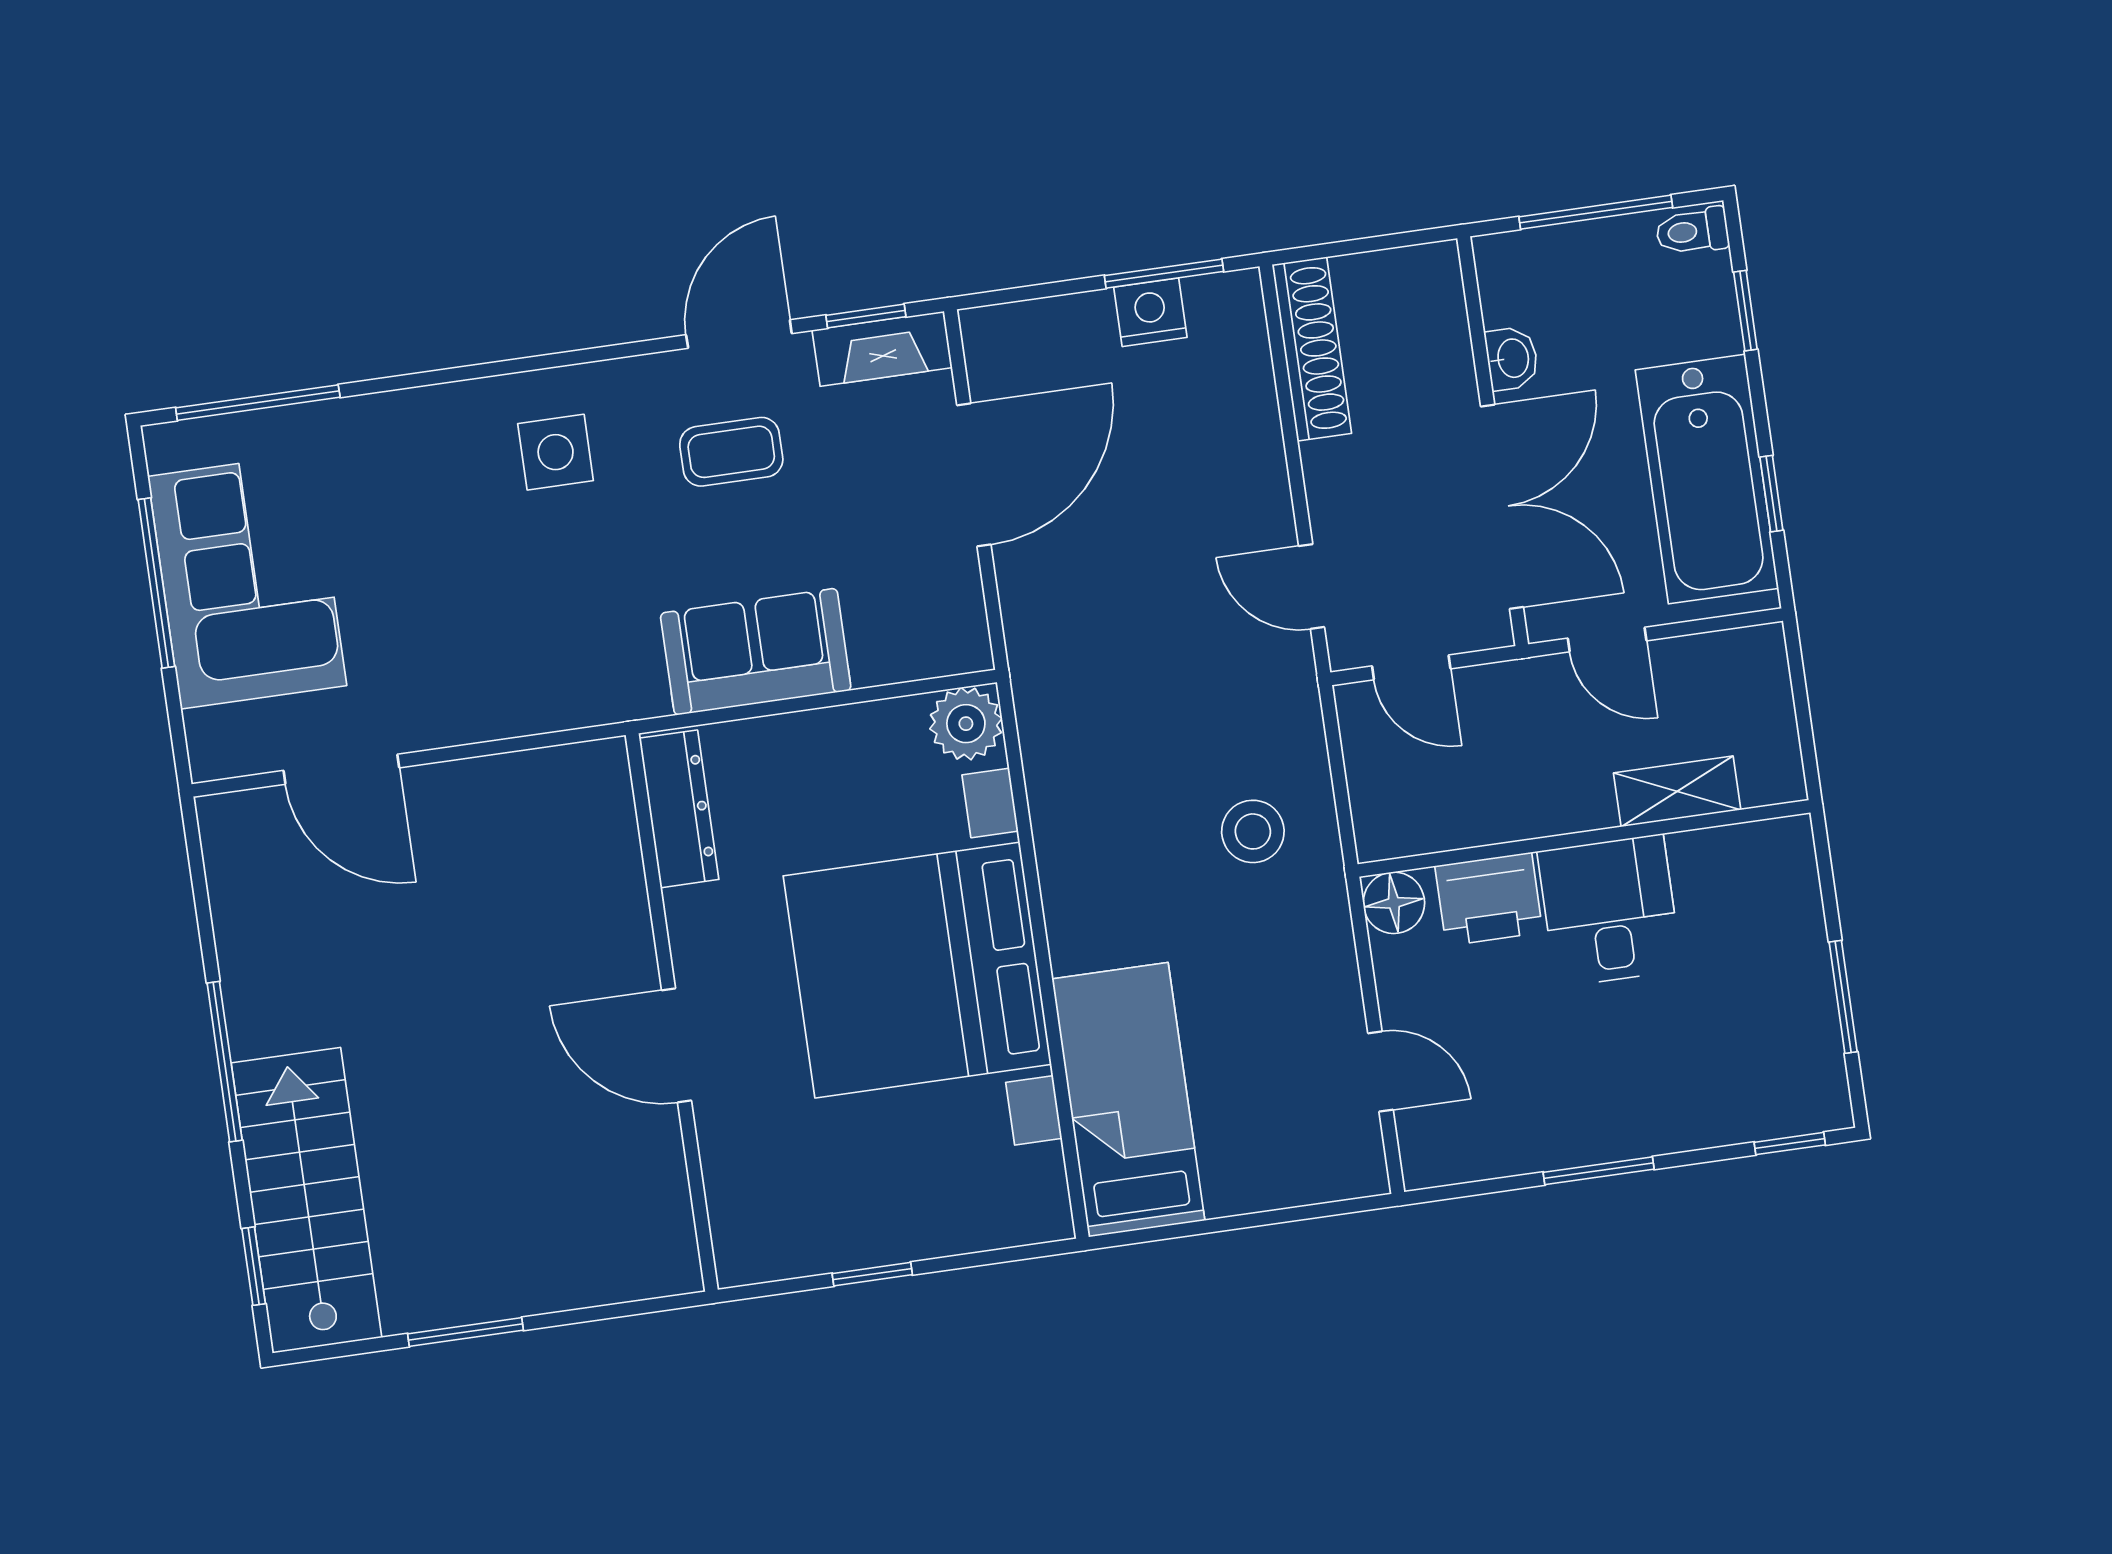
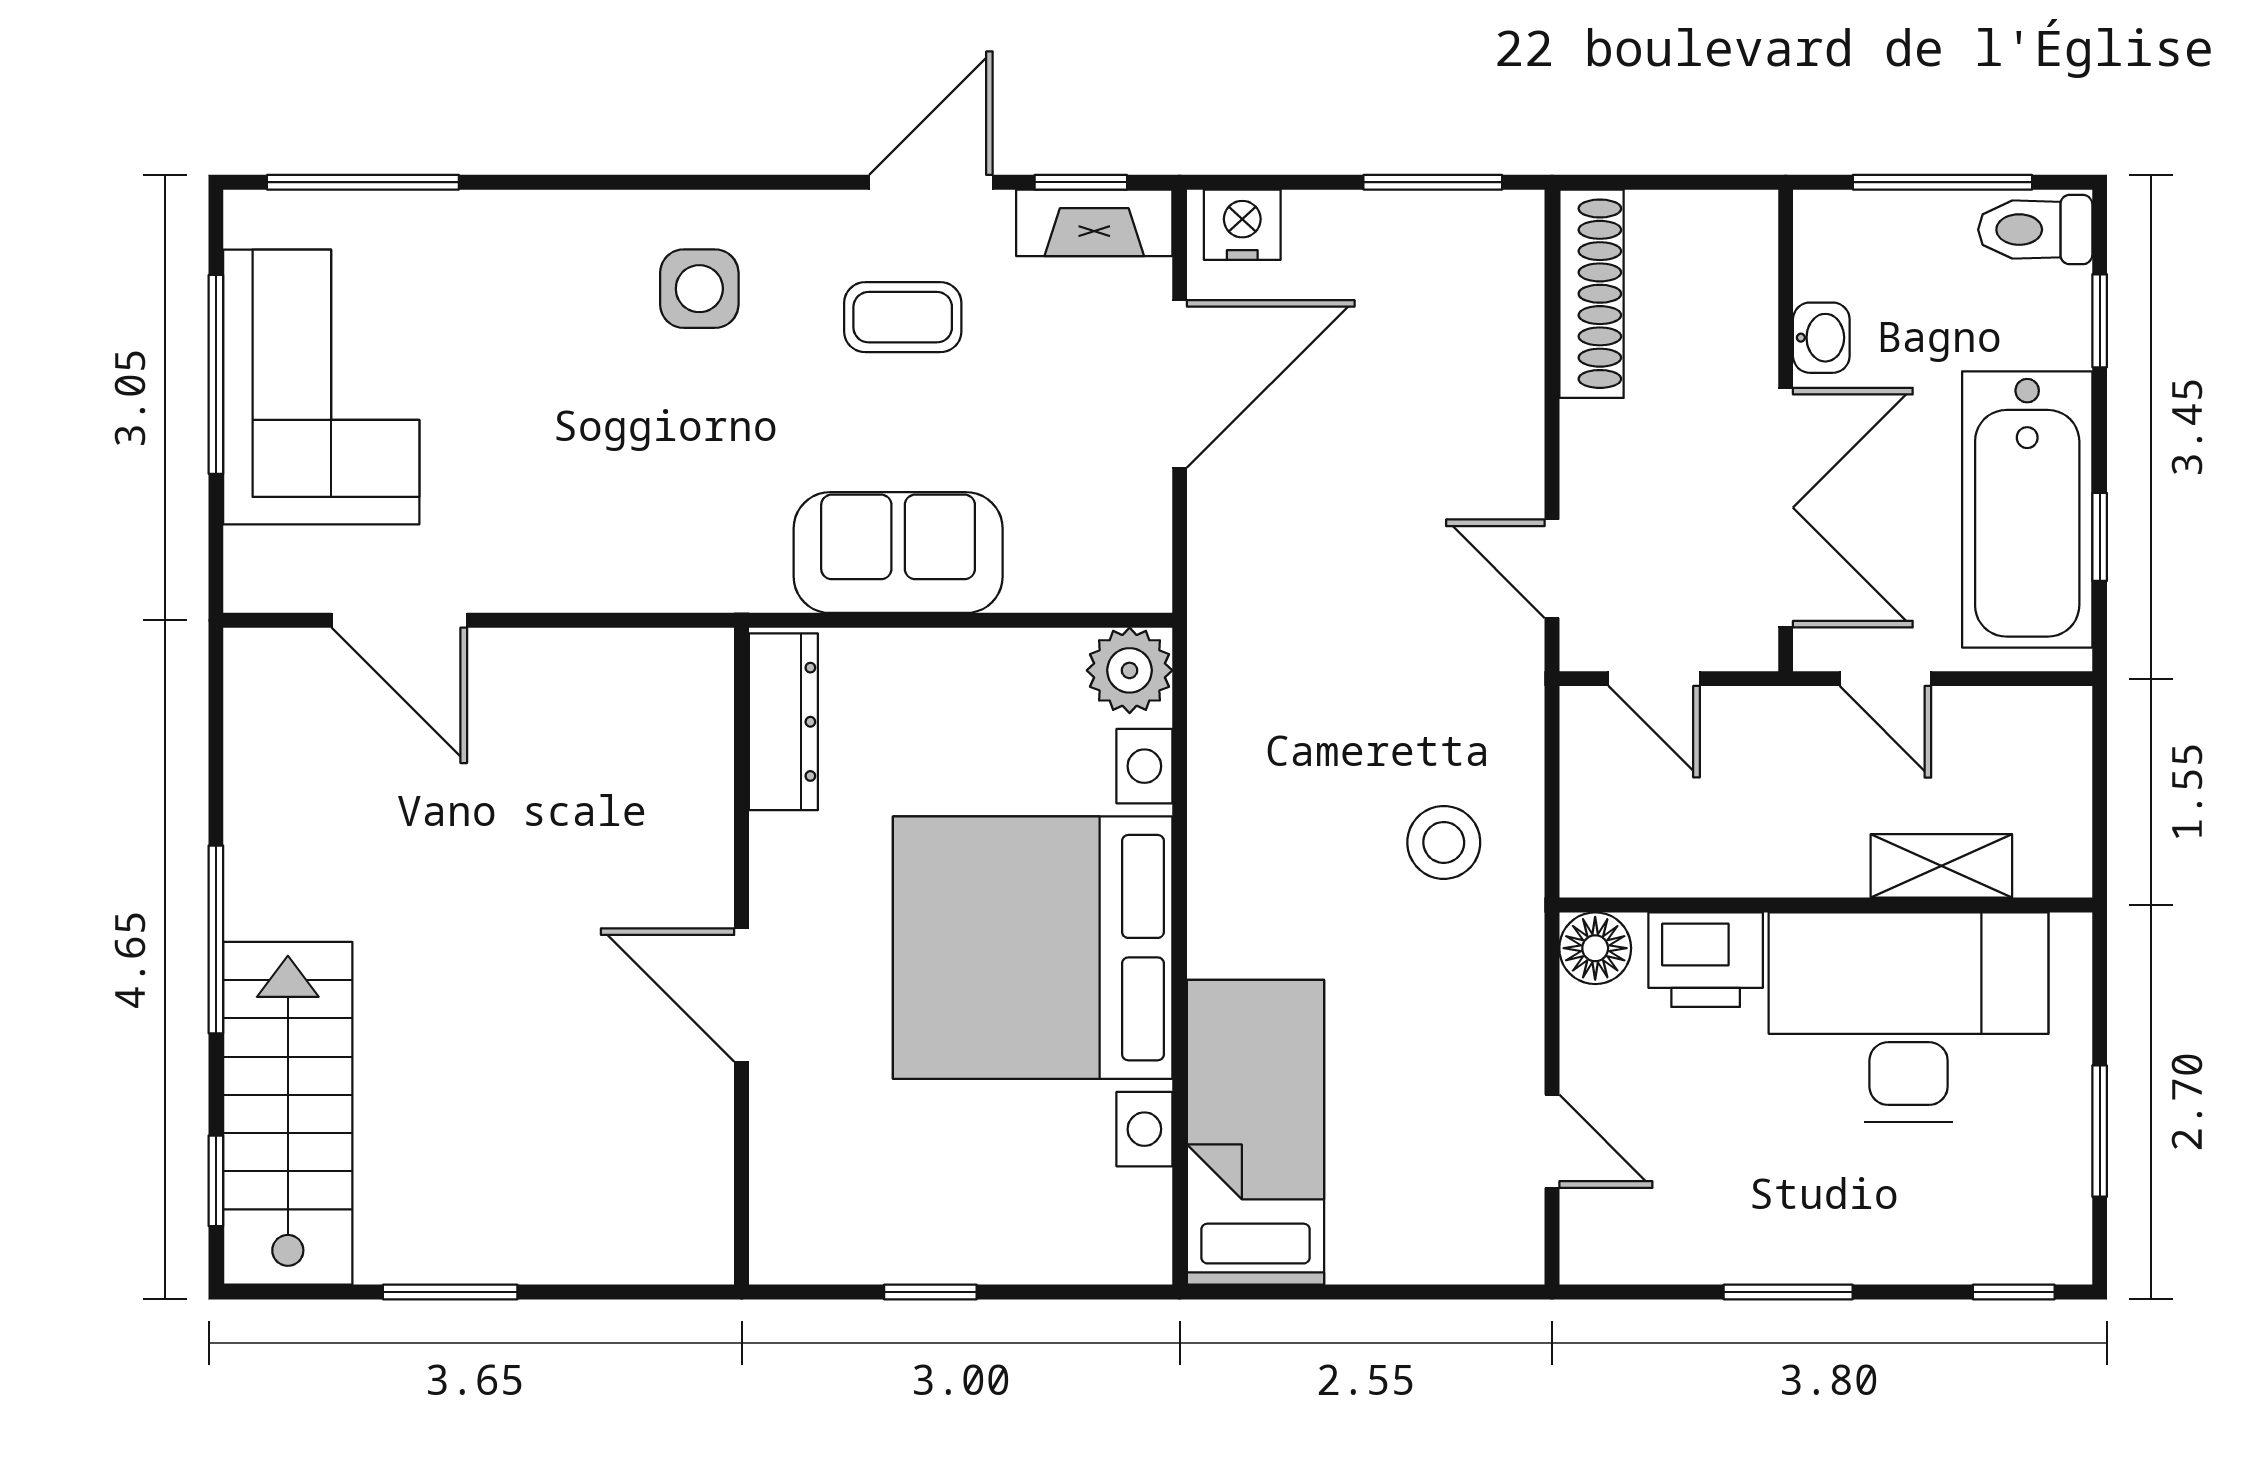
toilet: (1692, 231) -> (2035, 230), width x1.37, depth x1.39
nightstand: (1150, 312) -> (1242, 225), moved
desk: (1609, 911) -> (1909, 1017), width x1.87, depth x1.30

